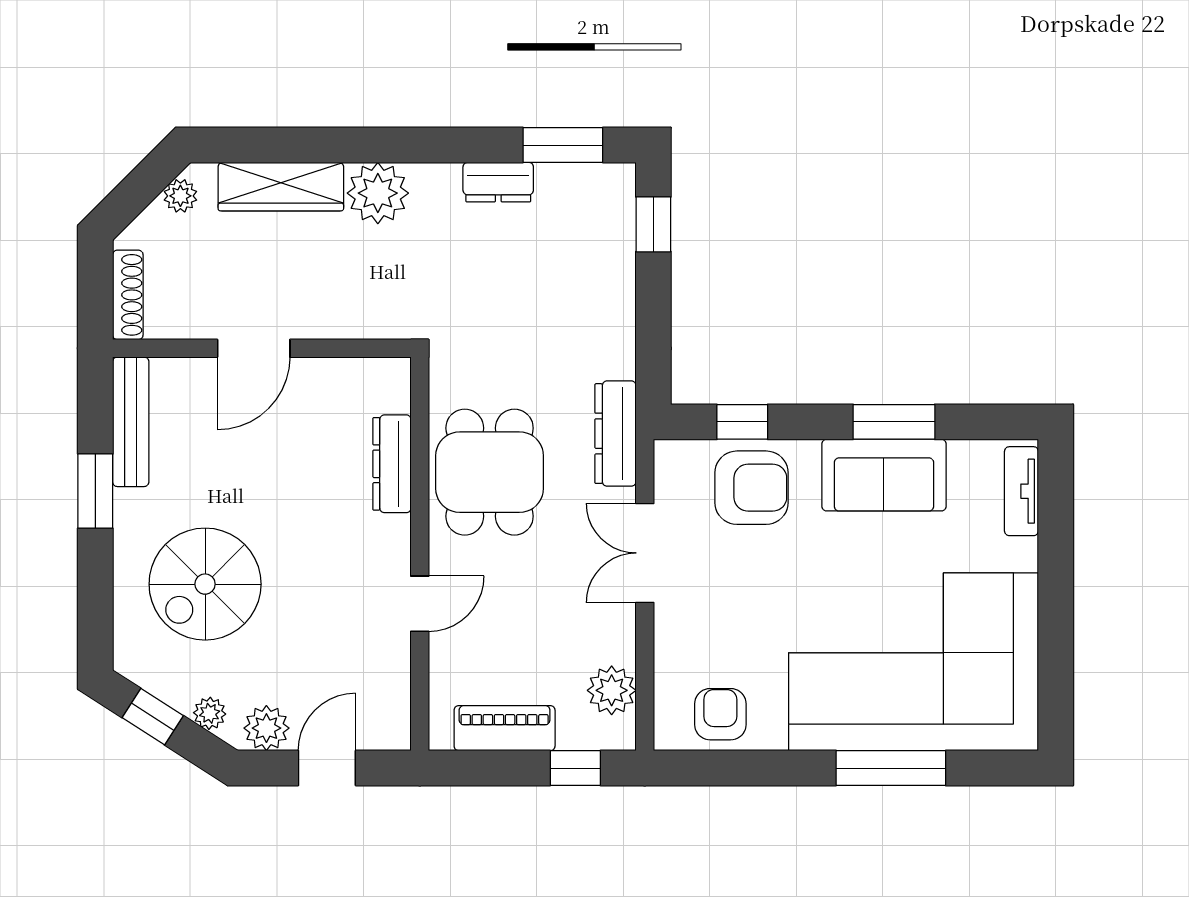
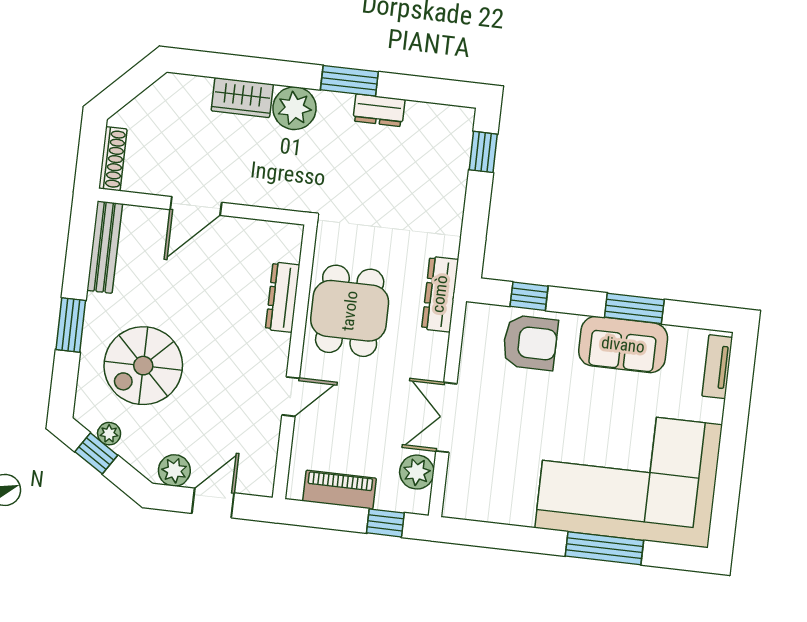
window: (563, 145) -> (349, 81), moved
wardrobe: (281, 187) -> (242, 98), width x0.67
plant: (180, 196) -> (157, 94), removed
window: (95, 491) -> (71, 325), moved
double door: (645, 553) -> (446, 417), moved
plant: (210, 713) -> (109, 434), moved
armchair: (720, 714) -> (490, 497), removed

